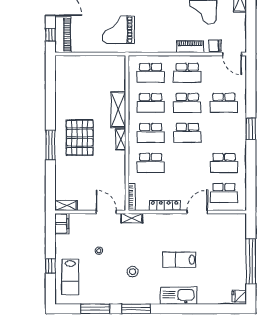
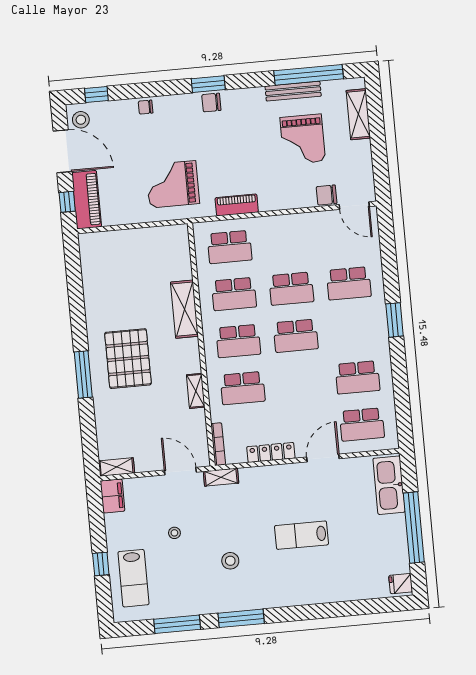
piano: (190, 47) -> (237, 205), moved
school desk: (187, 73) -> (287, 242), removed
shelving: (121, 139) -> (196, 391), moved
kitchen sink: (179, 296) -> (389, 485), moved, turned -90

